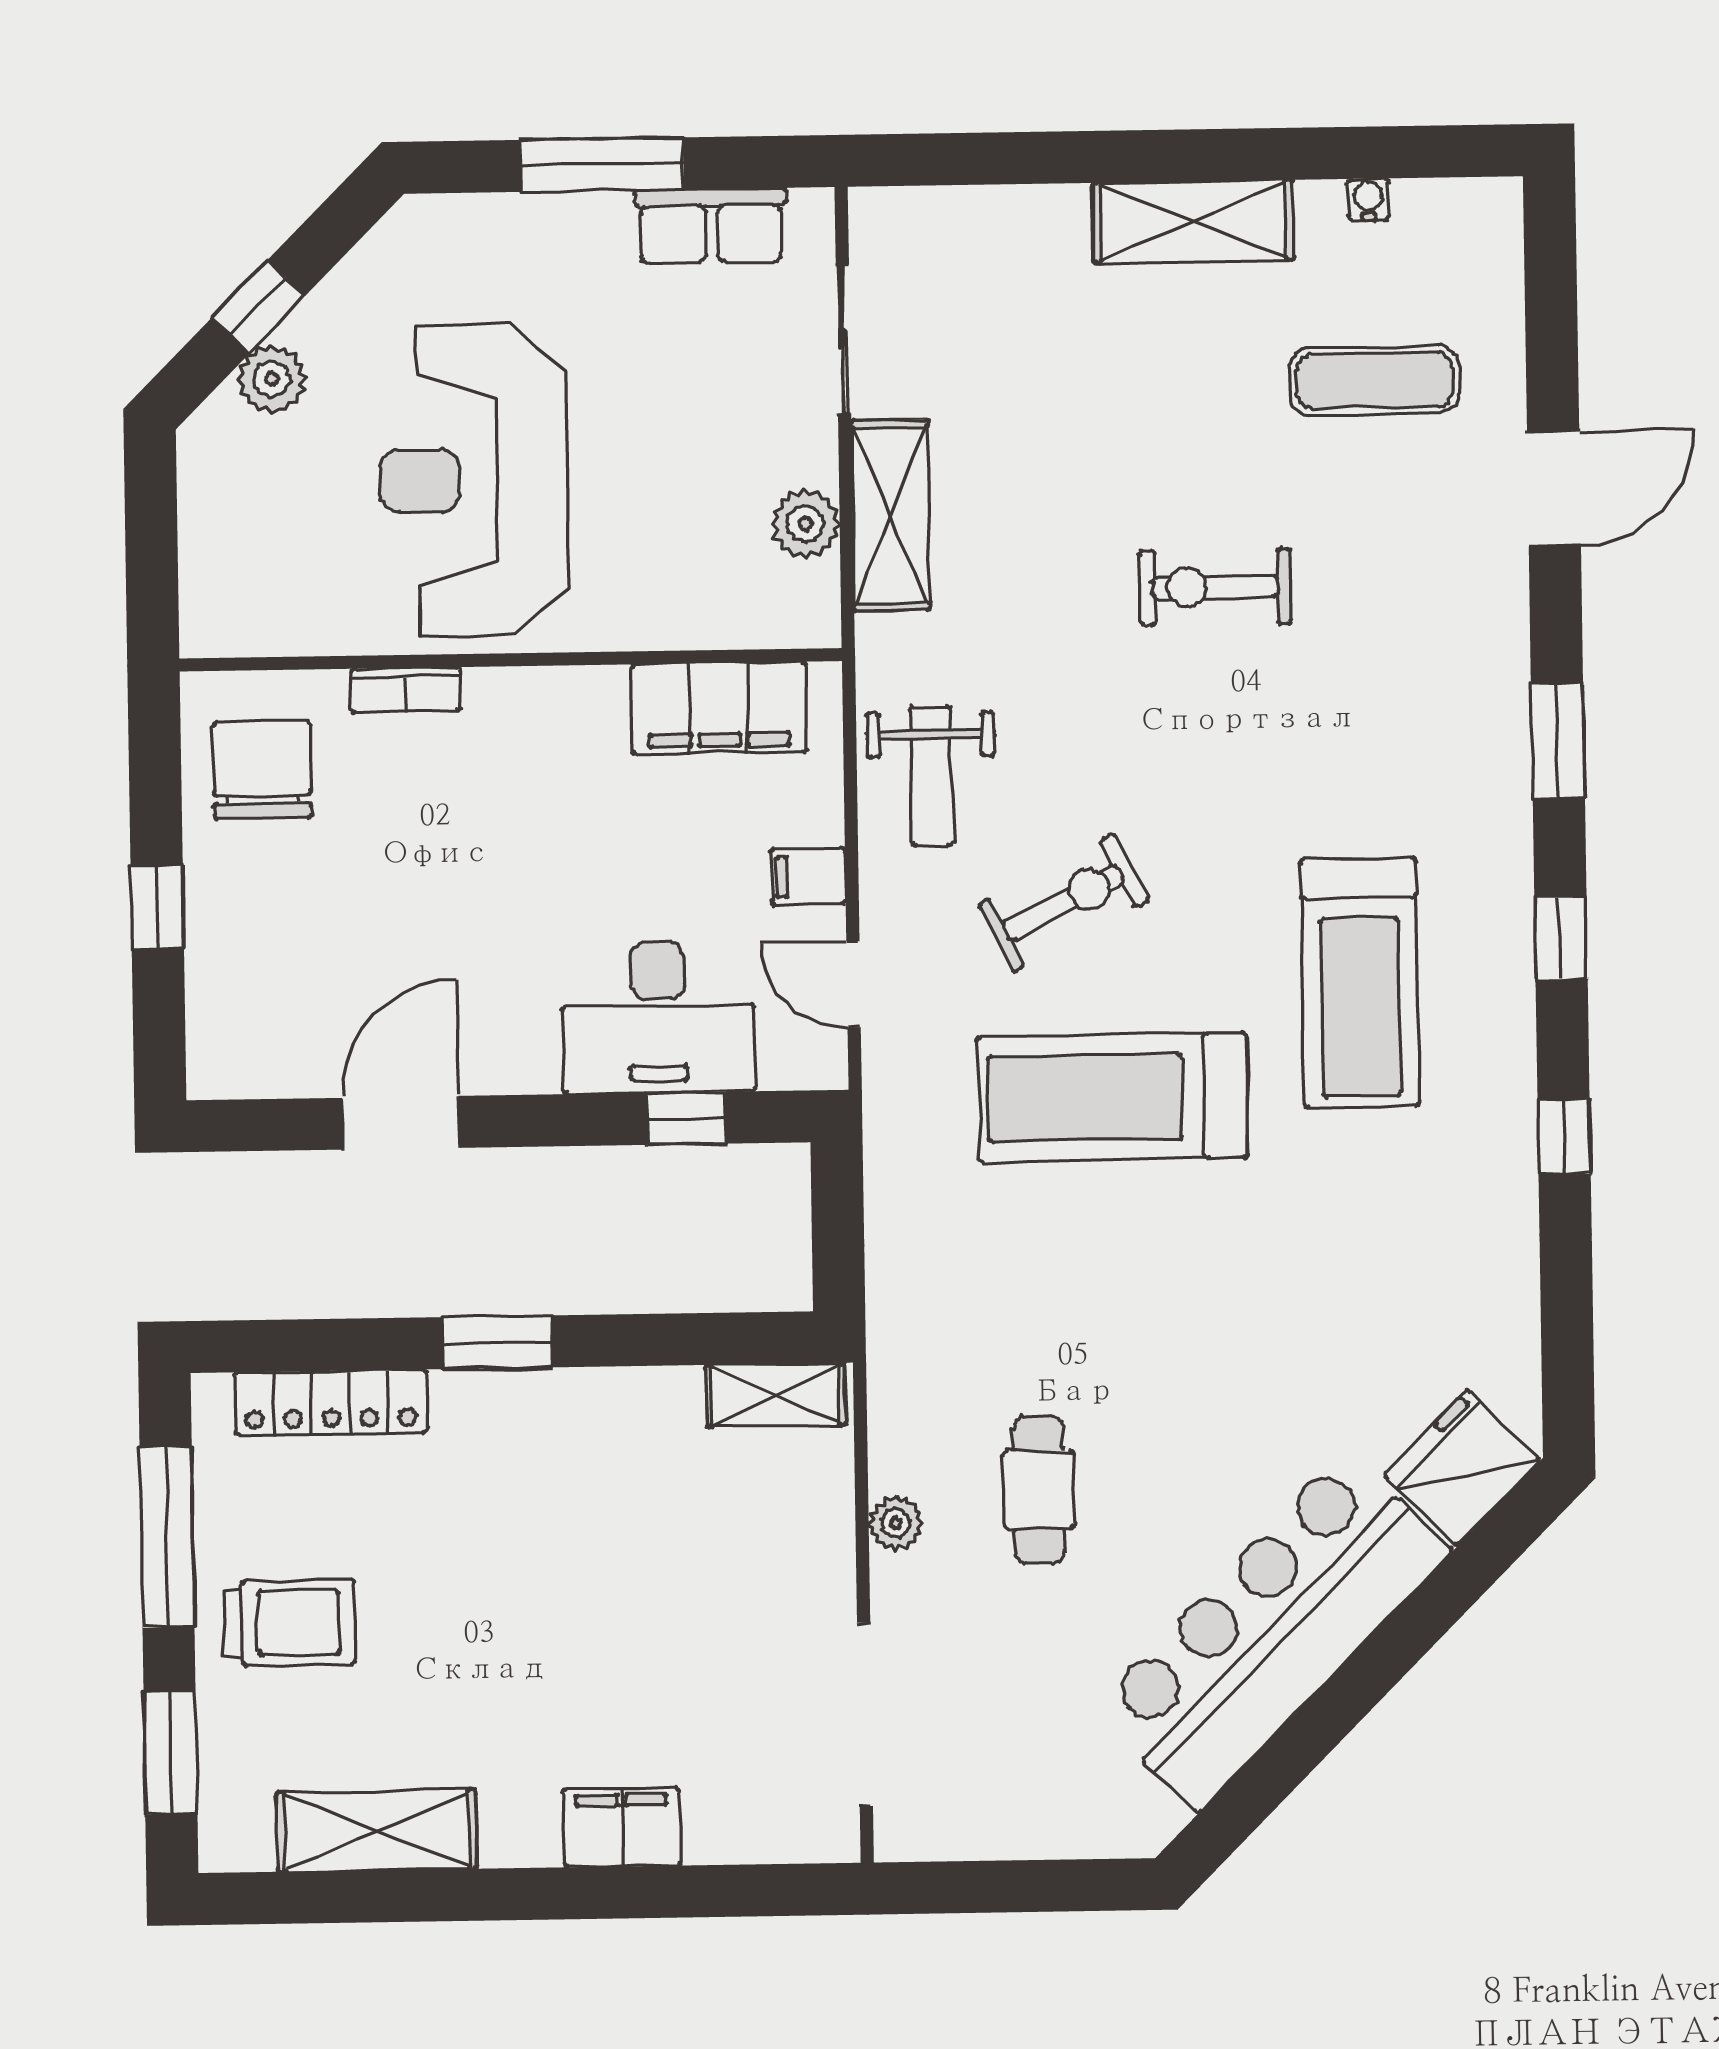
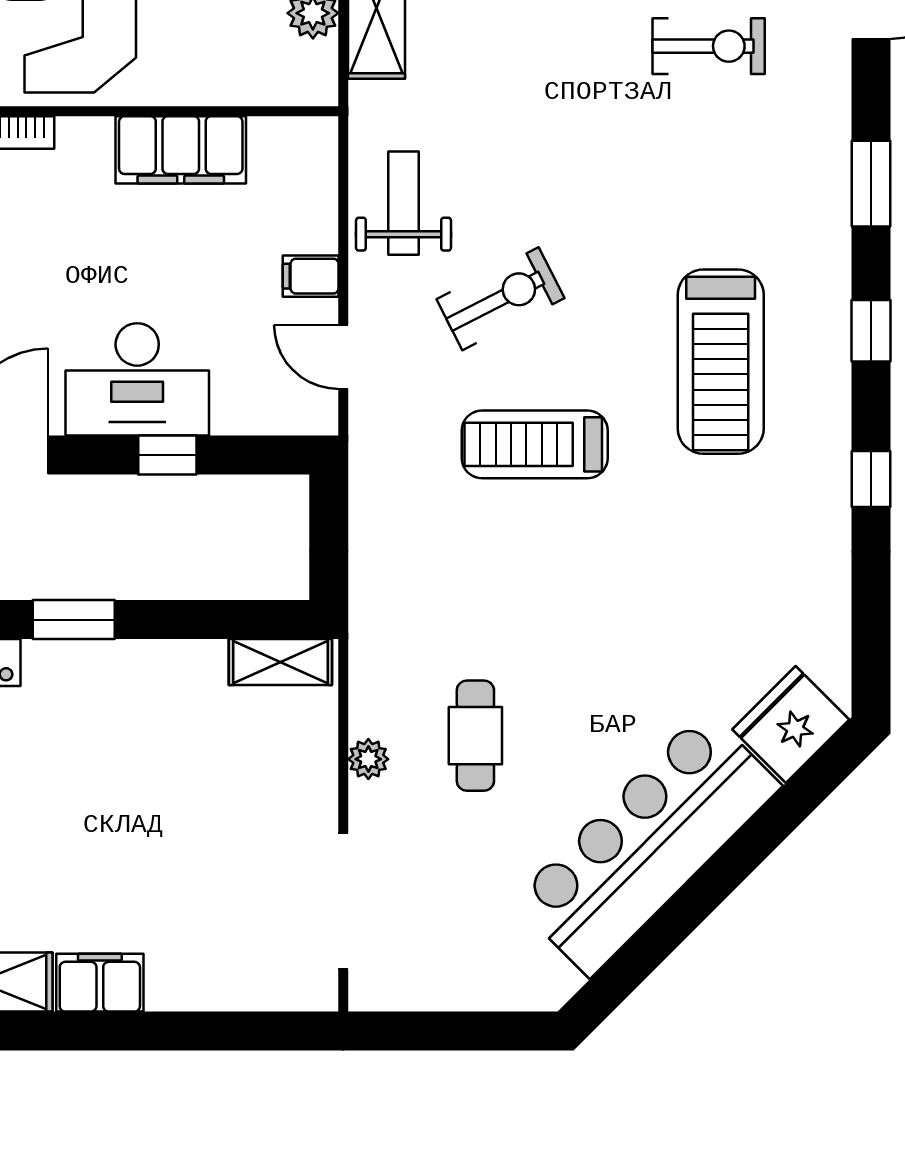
exercise bike: (1215, 587) -> (709, 46), moved, turned 180
filing cabinet: (719, 708) -> (181, 150), moved
weight bench: (931, 776) -> (404, 203), turned 180
desk: (658, 1017) -> (137, 379), moved
treadmill: (1112, 1097) -> (535, 444), width x0.73, depth x0.73
window: (686, 1118) -> (167, 455), moved
filing cabinet: (622, 1828) -> (100, 983), moved

